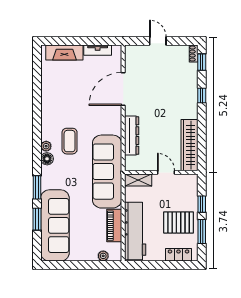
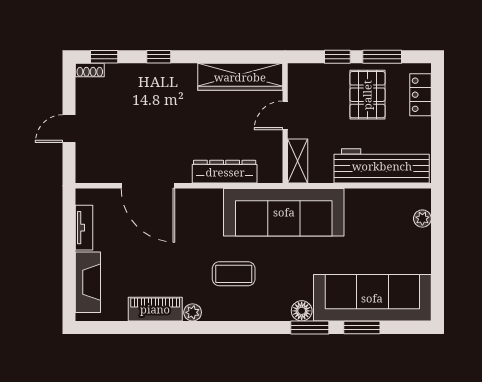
plant: (46, 146) -> (193, 312), moved
floor lamp: (47, 159) -> (302, 311), moved
piano: (114, 226) -> (155, 309), moved, turned 180

